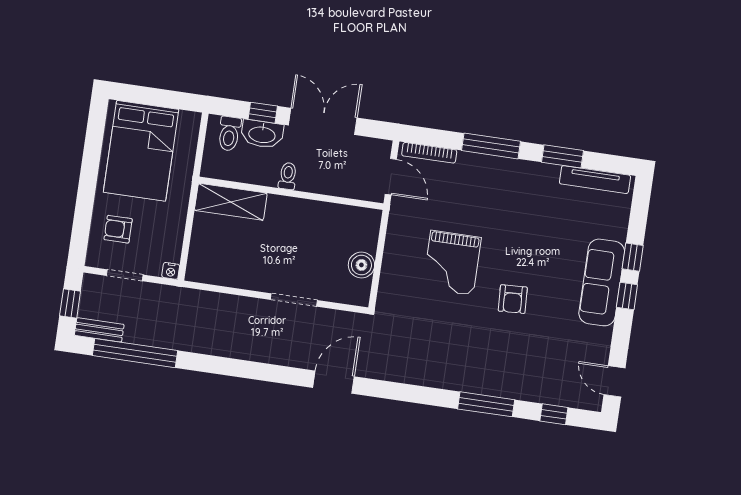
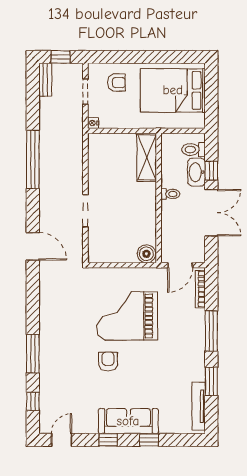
armchair: (118, 229) -> (117, 83), turned 90
grand piano: (452, 263) -> (127, 316), width x1.37, depth x1.48
boiler: (361, 265) -> (146, 254), moved
window: (627, 296) -> (108, 440), moved
armchair: (513, 299) -> (108, 361), turned 93
window: (135, 353) -> (33, 159), moved

